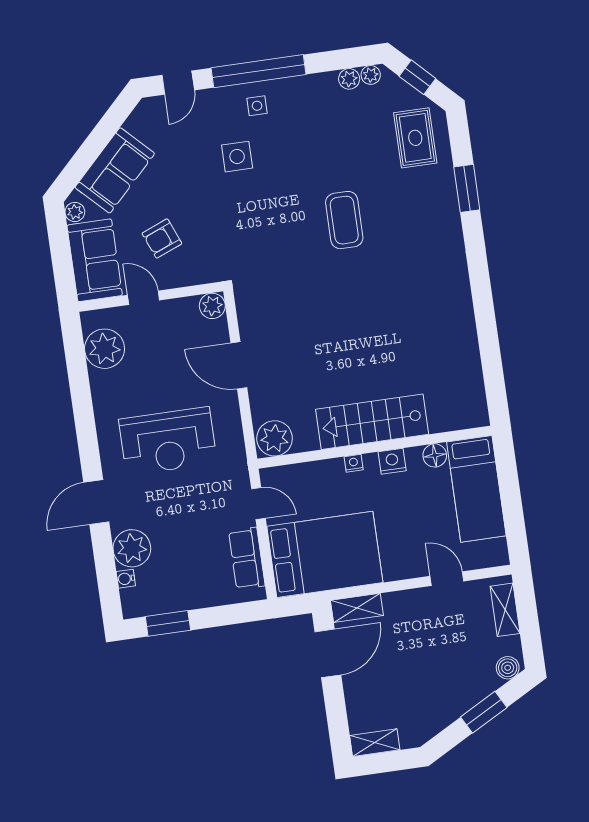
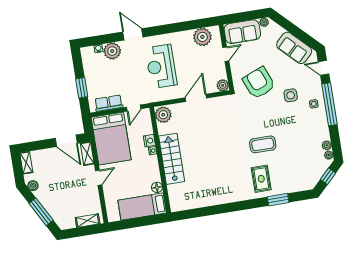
rug: (415, 138) -> (261, 179), moved, turned 90
sofa: (115, 170) -> (294, 48), moved
armchair: (162, 238) -> (259, 83), moved, width x1.88, depth x1.88
nightstand: (392, 461) -> (149, 141), moved
door: (447, 579) -> (99, 178), moved
window: (168, 623) -> (82, 88), moved
boiler: (508, 668) -> (33, 186), moved
window: (484, 712) -> (41, 212), width x1.44

